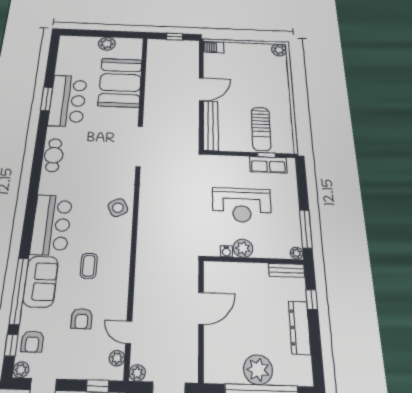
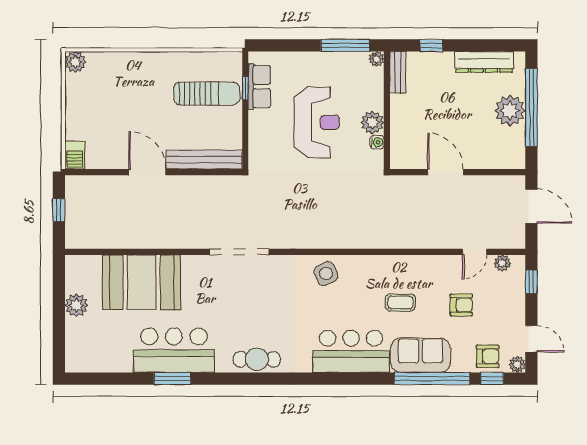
dresser: (300, 328) -> (484, 62), moved
plant: (137, 373) -> (517, 240), removed

